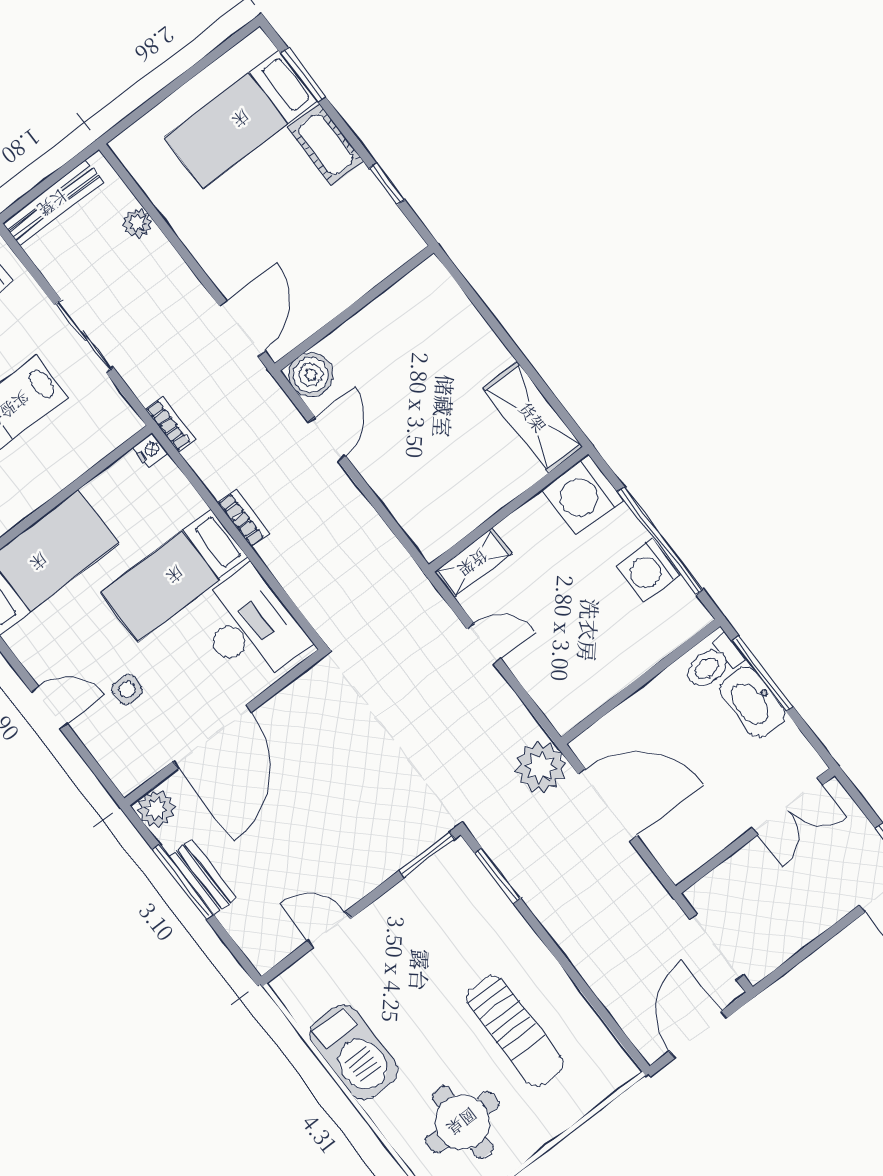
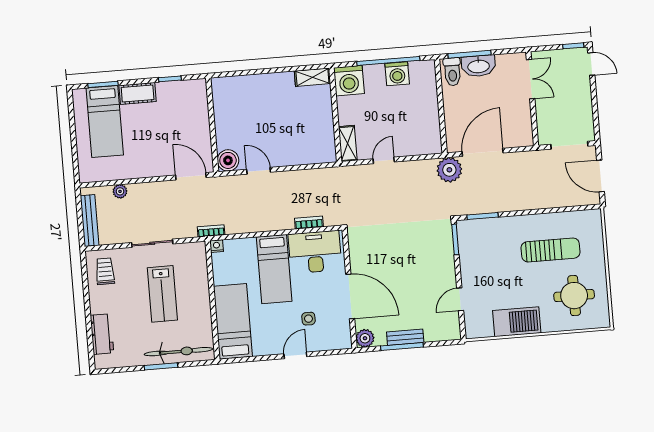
shelving: (533, 417) -> (312, 77), width x0.67, depth x0.75
bookcase: (243, 518) -> (309, 223), moved

